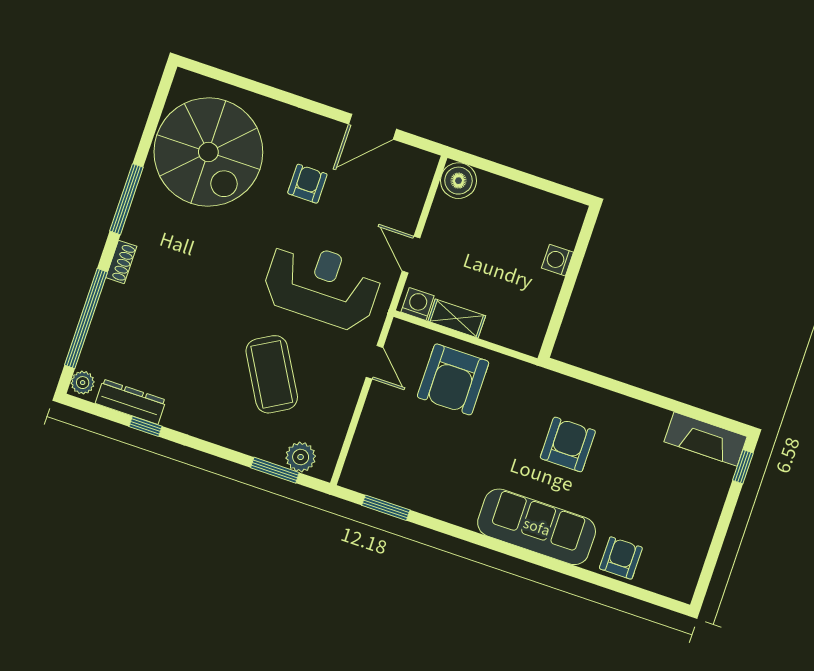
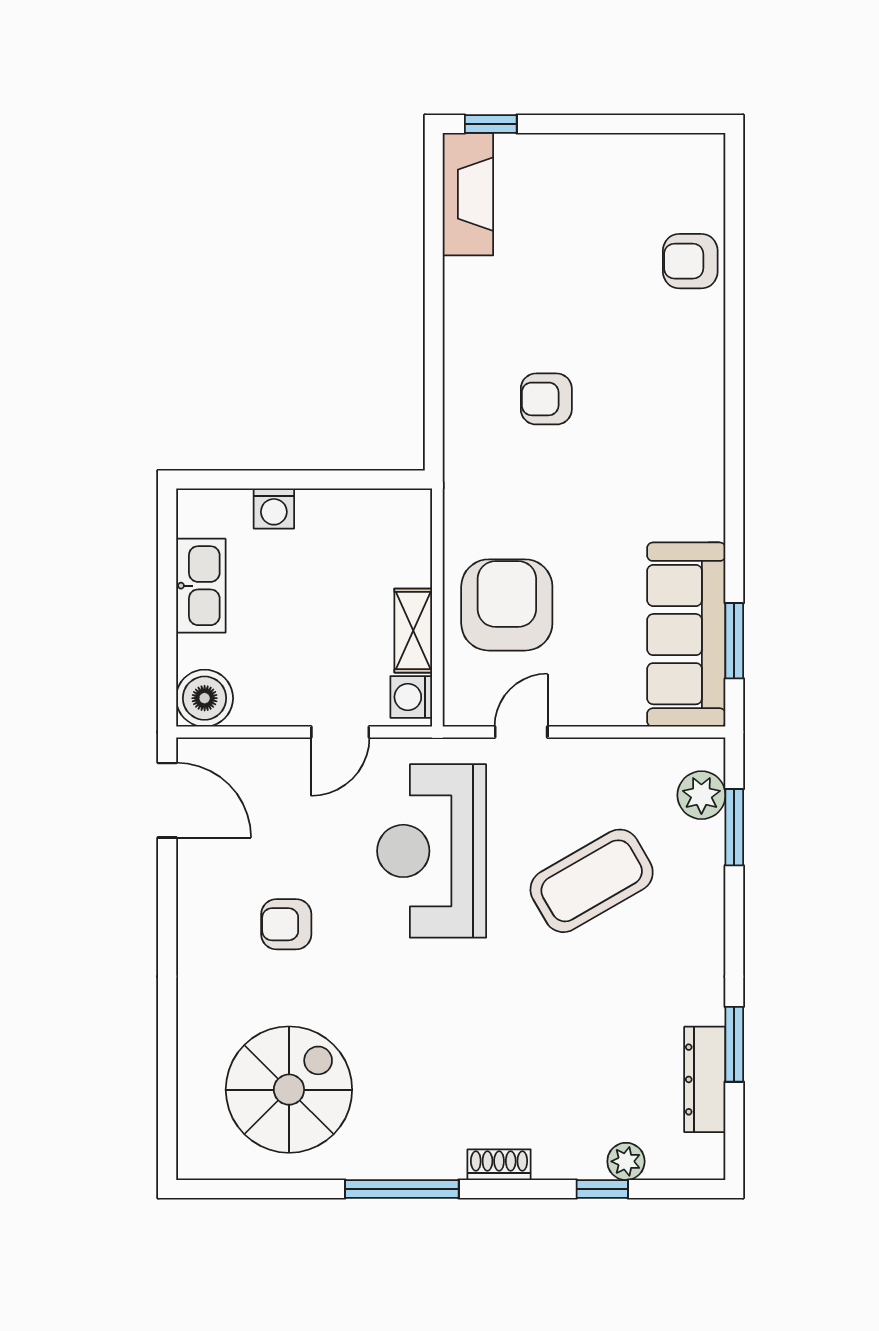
door: (373, 127) -> (167, 800), moved
spiral stairs: (208, 152) -> (289, 1090), width x0.73, depth x0.73
kitchen sink: (526, 201) -> (201, 586), added
window: (86, 319) -> (602, 1189), width x0.32
armchair: (453, 379) -> (507, 605), turned -90
plant: (83, 383) -> (626, 1161), moved
window: (146, 426) -> (734, 1044), width x1.50
armchair: (568, 444) -> (546, 399), width x0.72, depth x0.72
sofa: (537, 527) -> (686, 635), moved

